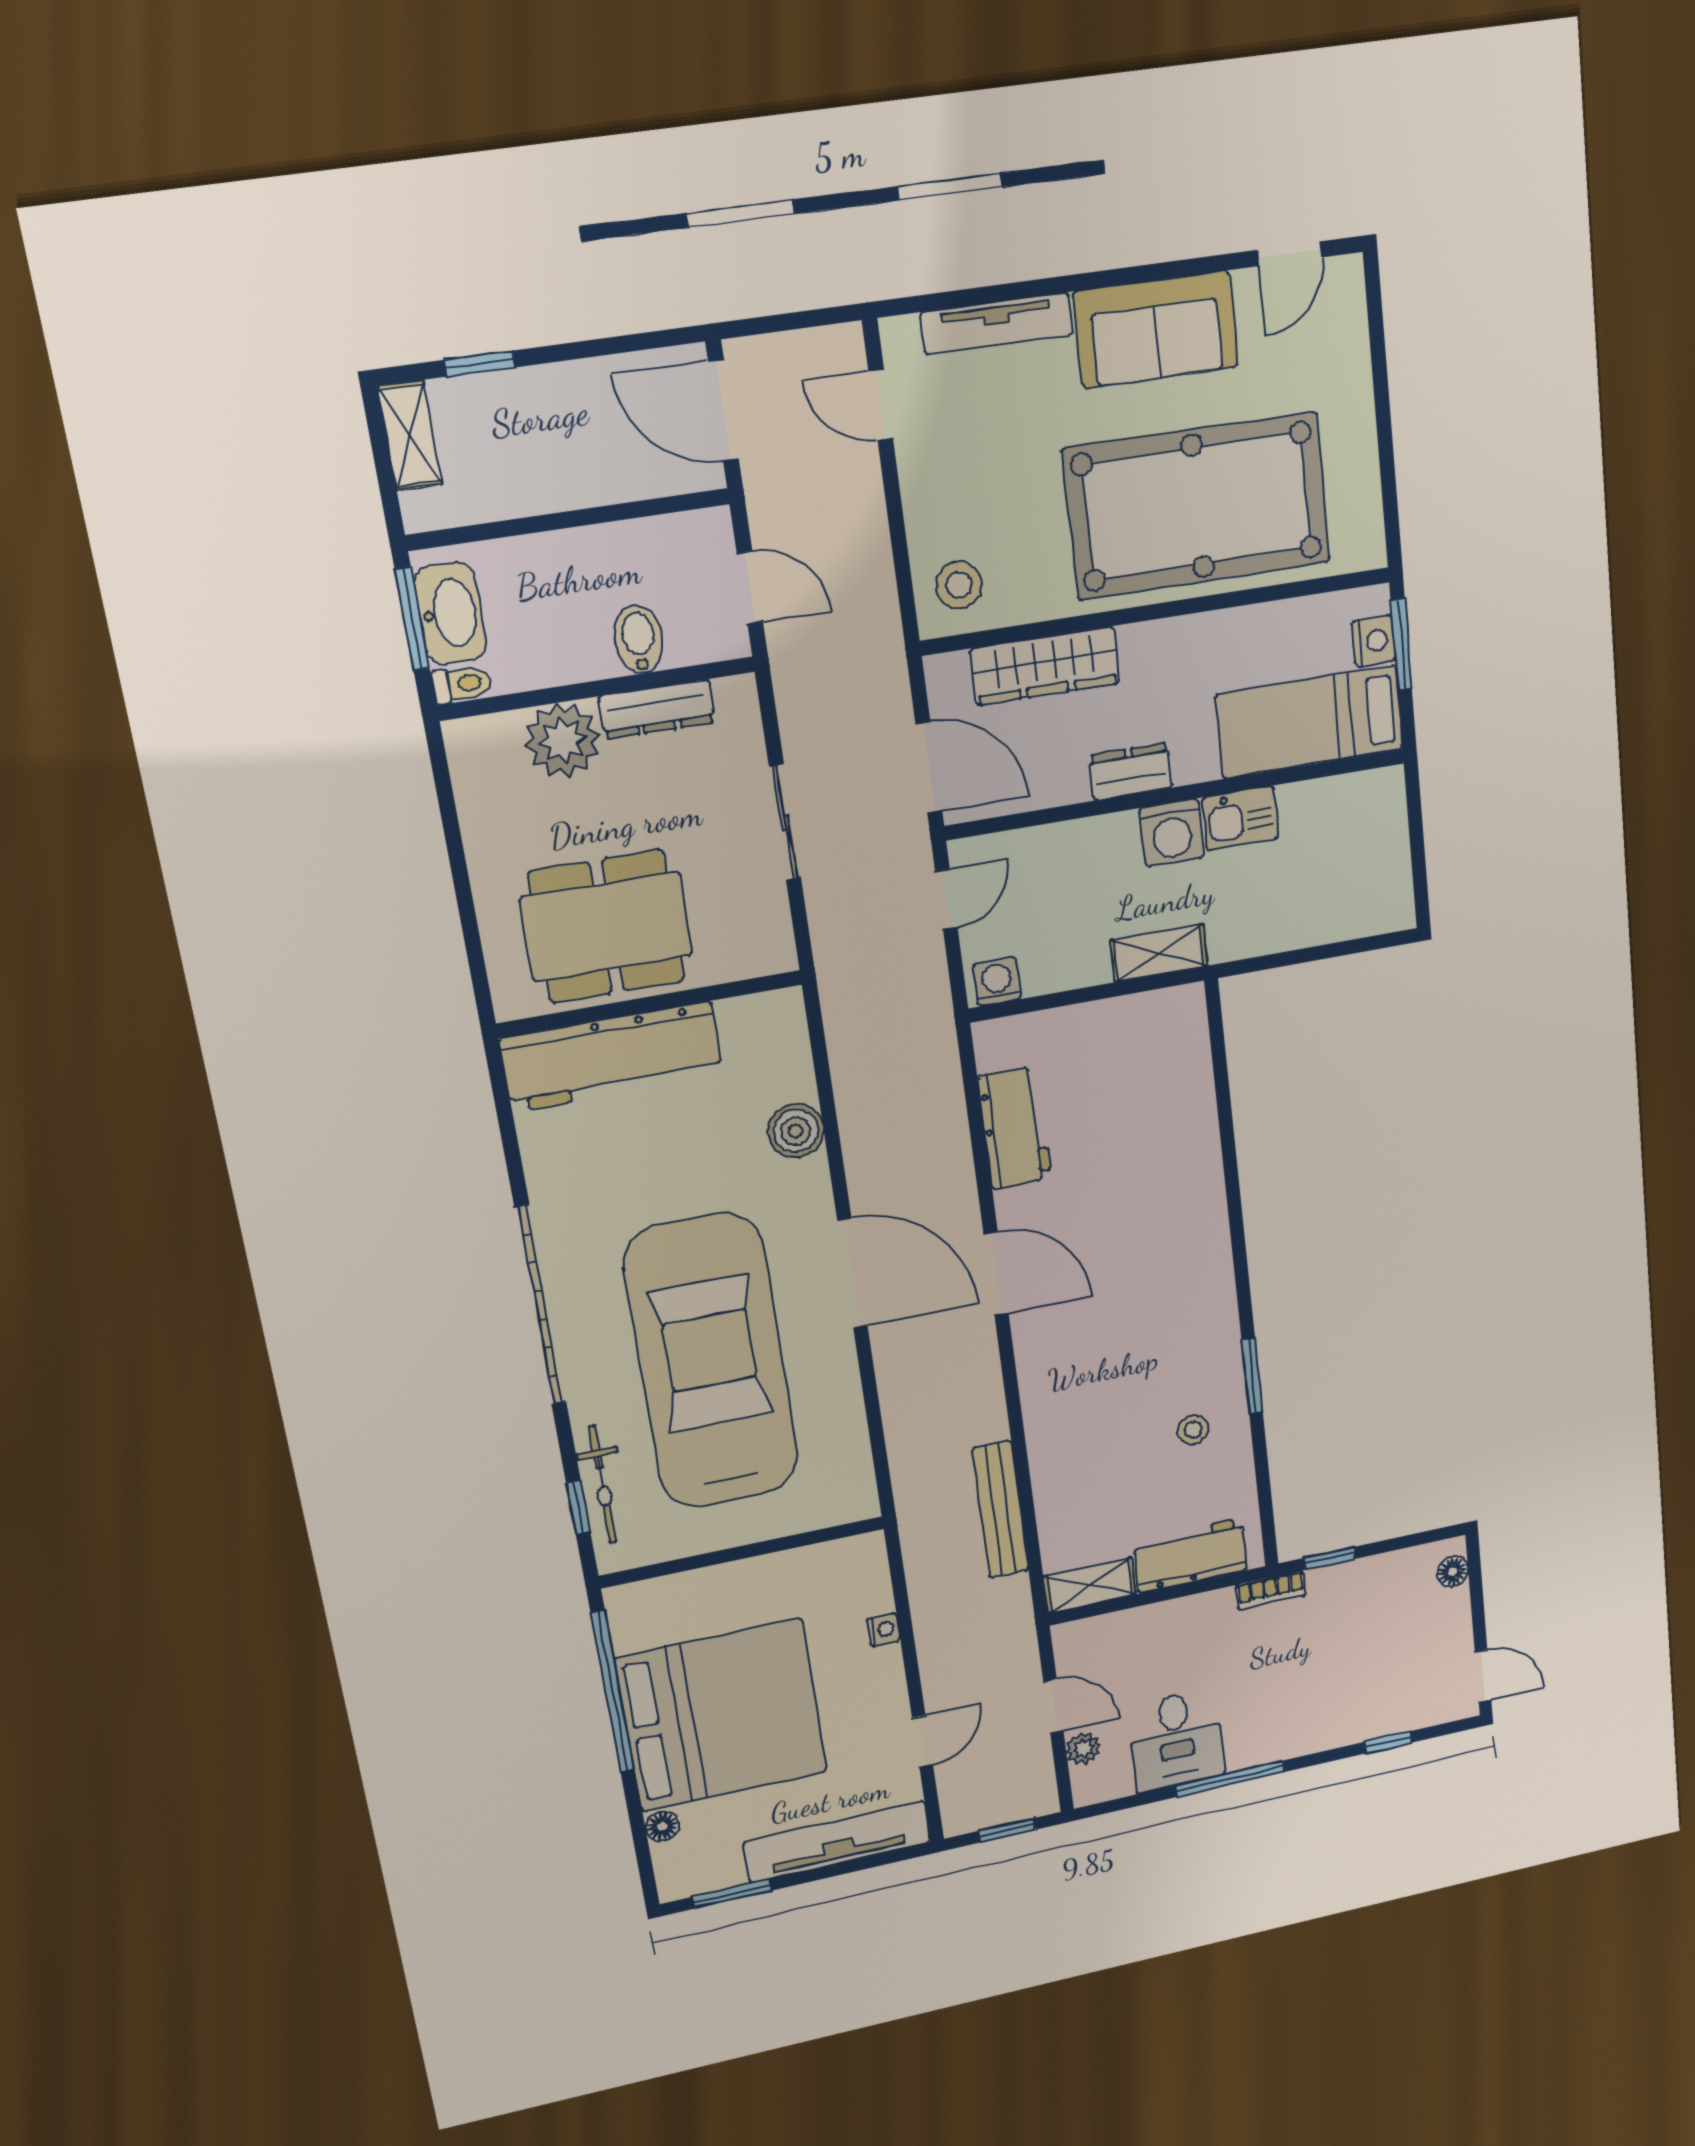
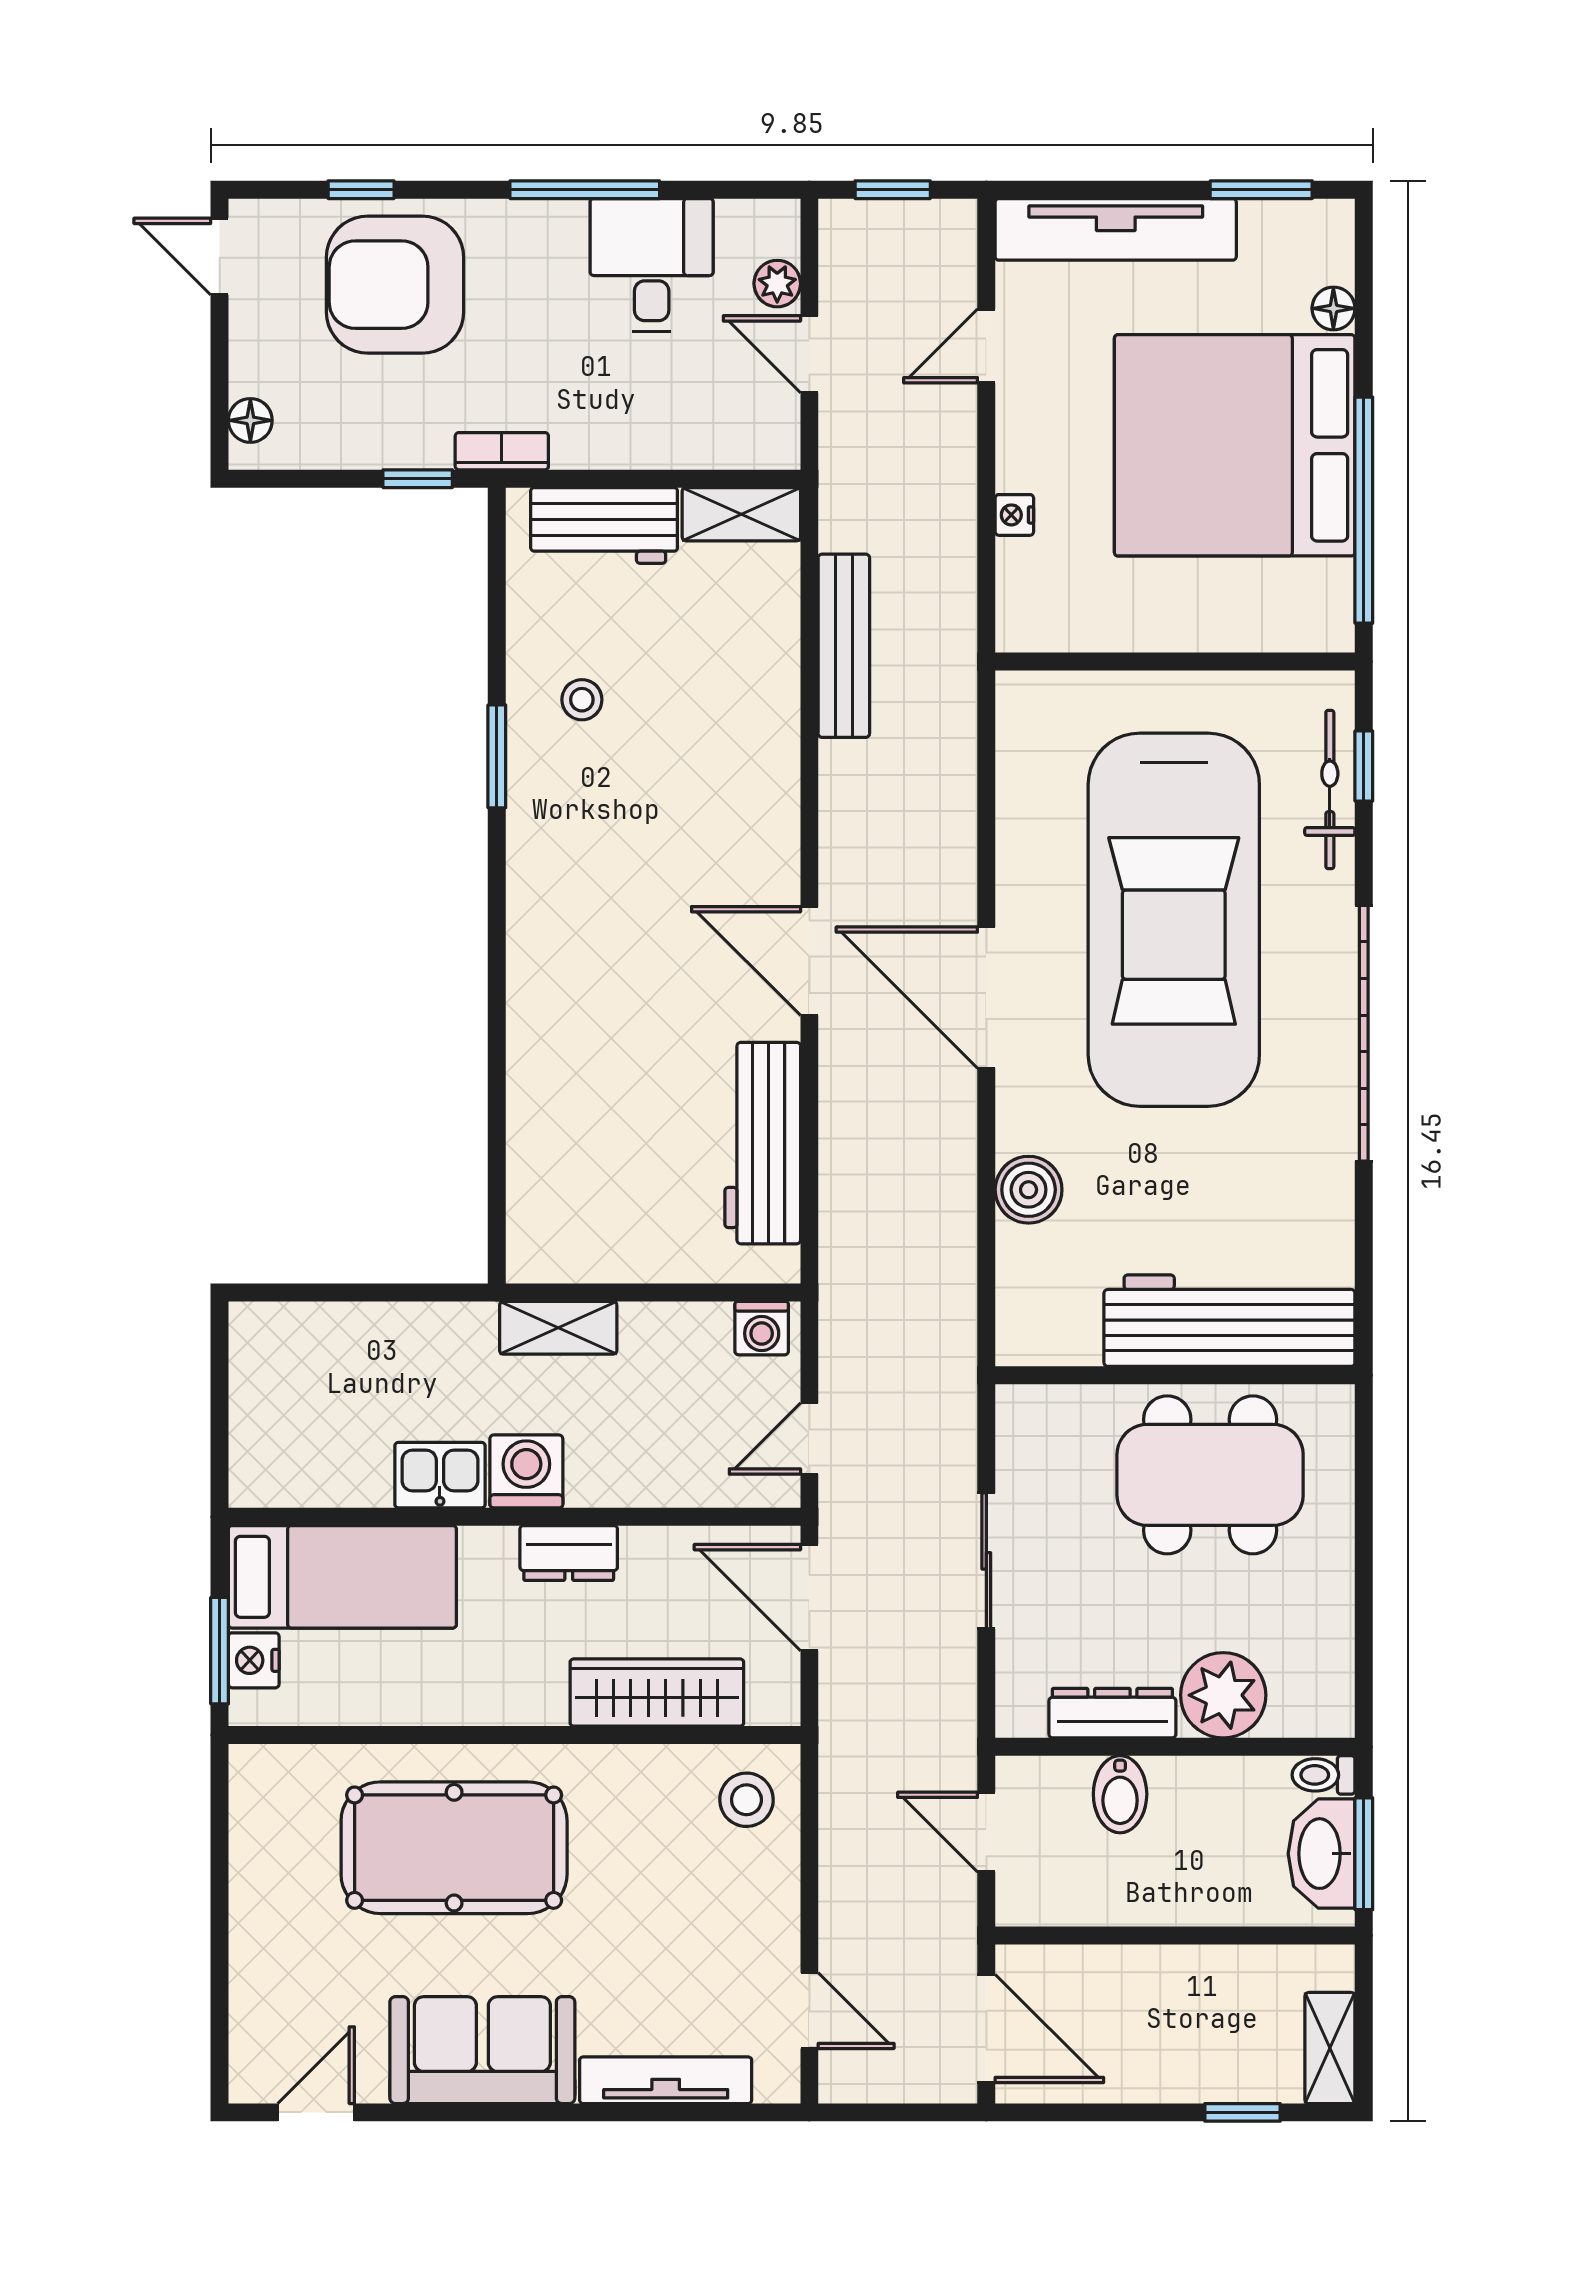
pool table: (1198, 506) -> (454, 1848), width x0.73, depth x0.76
workbench: (1015, 1128) -> (763, 1143), width x1.38
armchair: (1358, 1685) -> (395, 285), added

